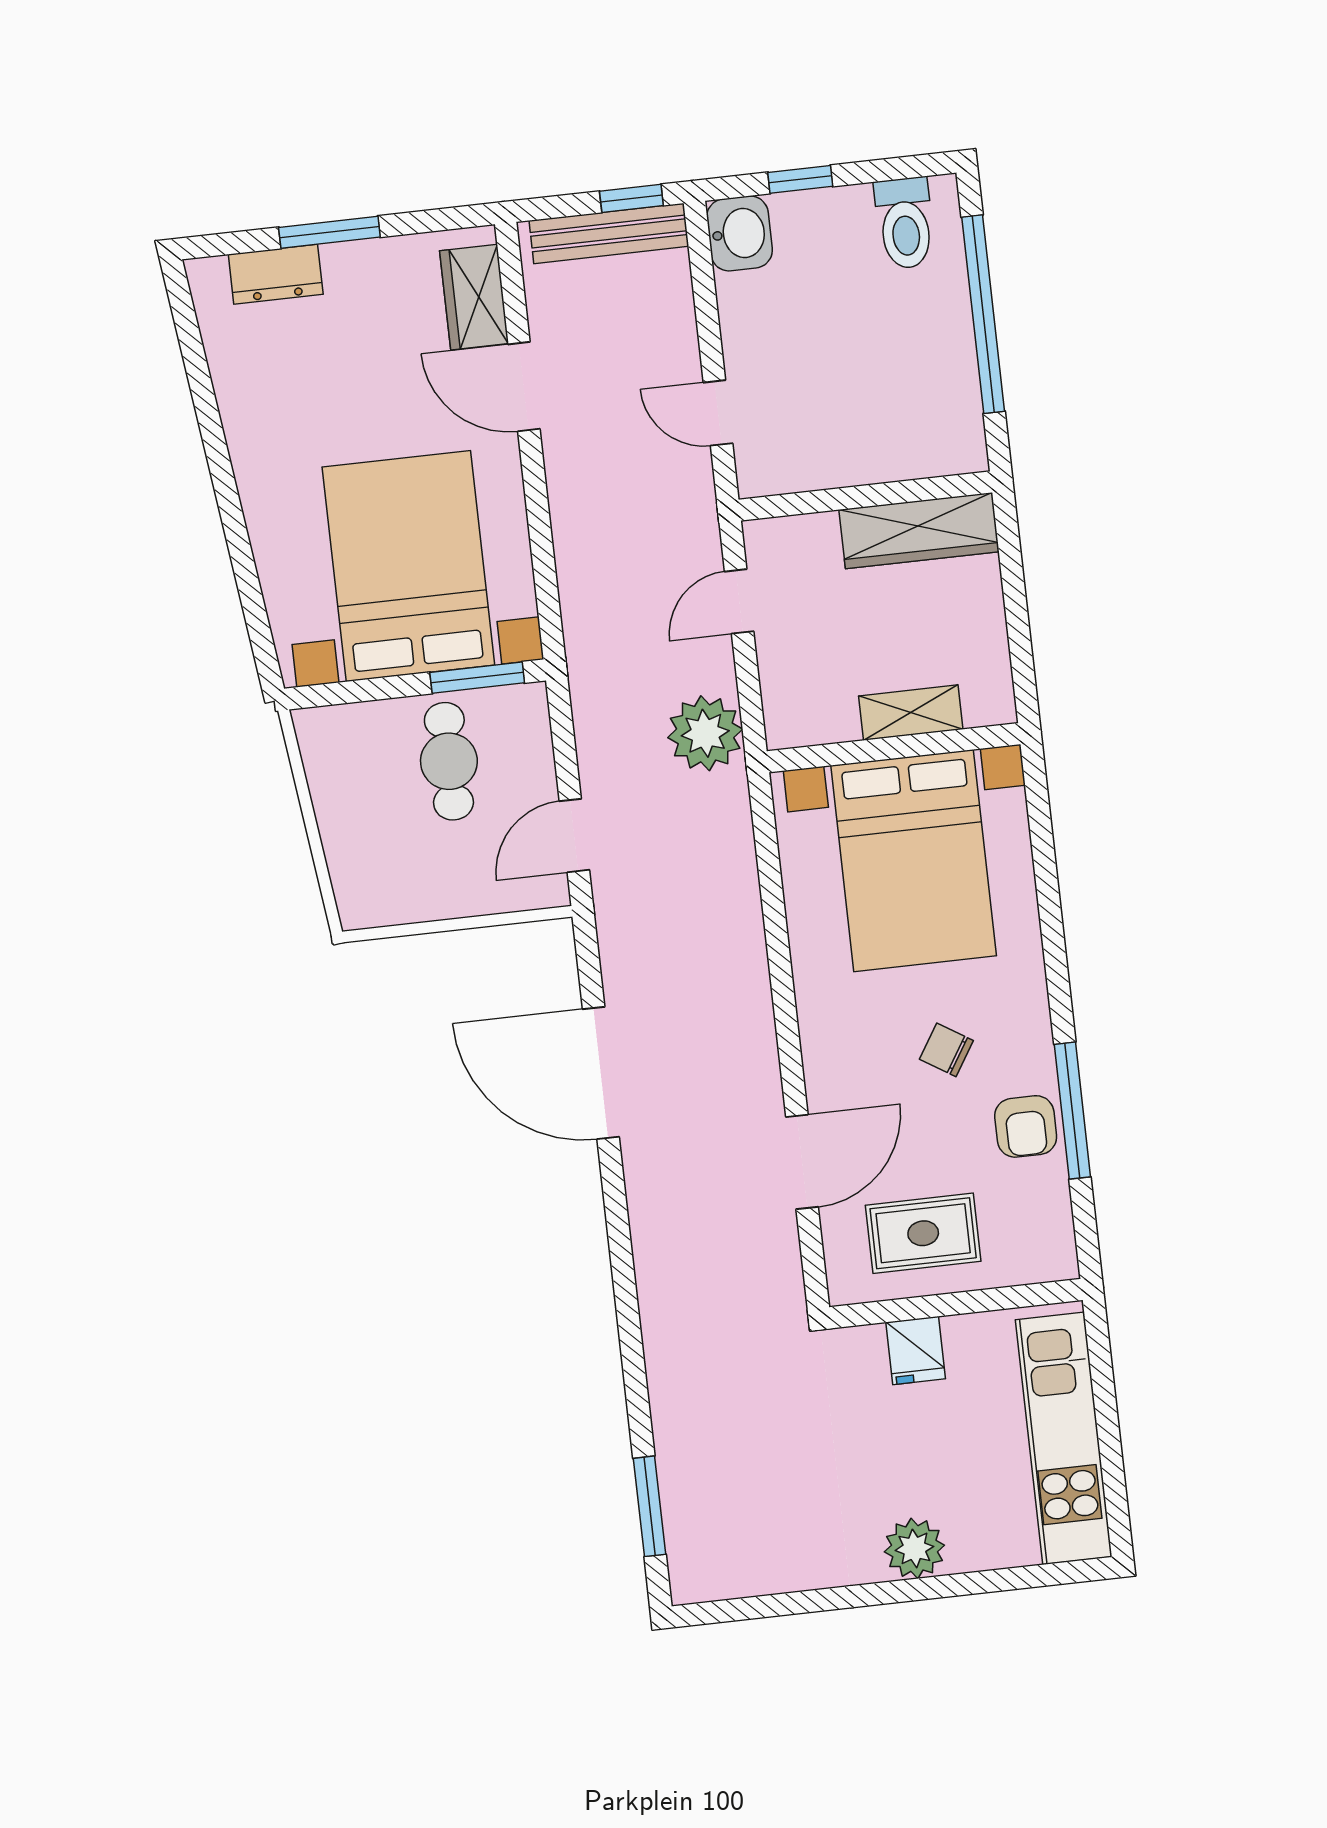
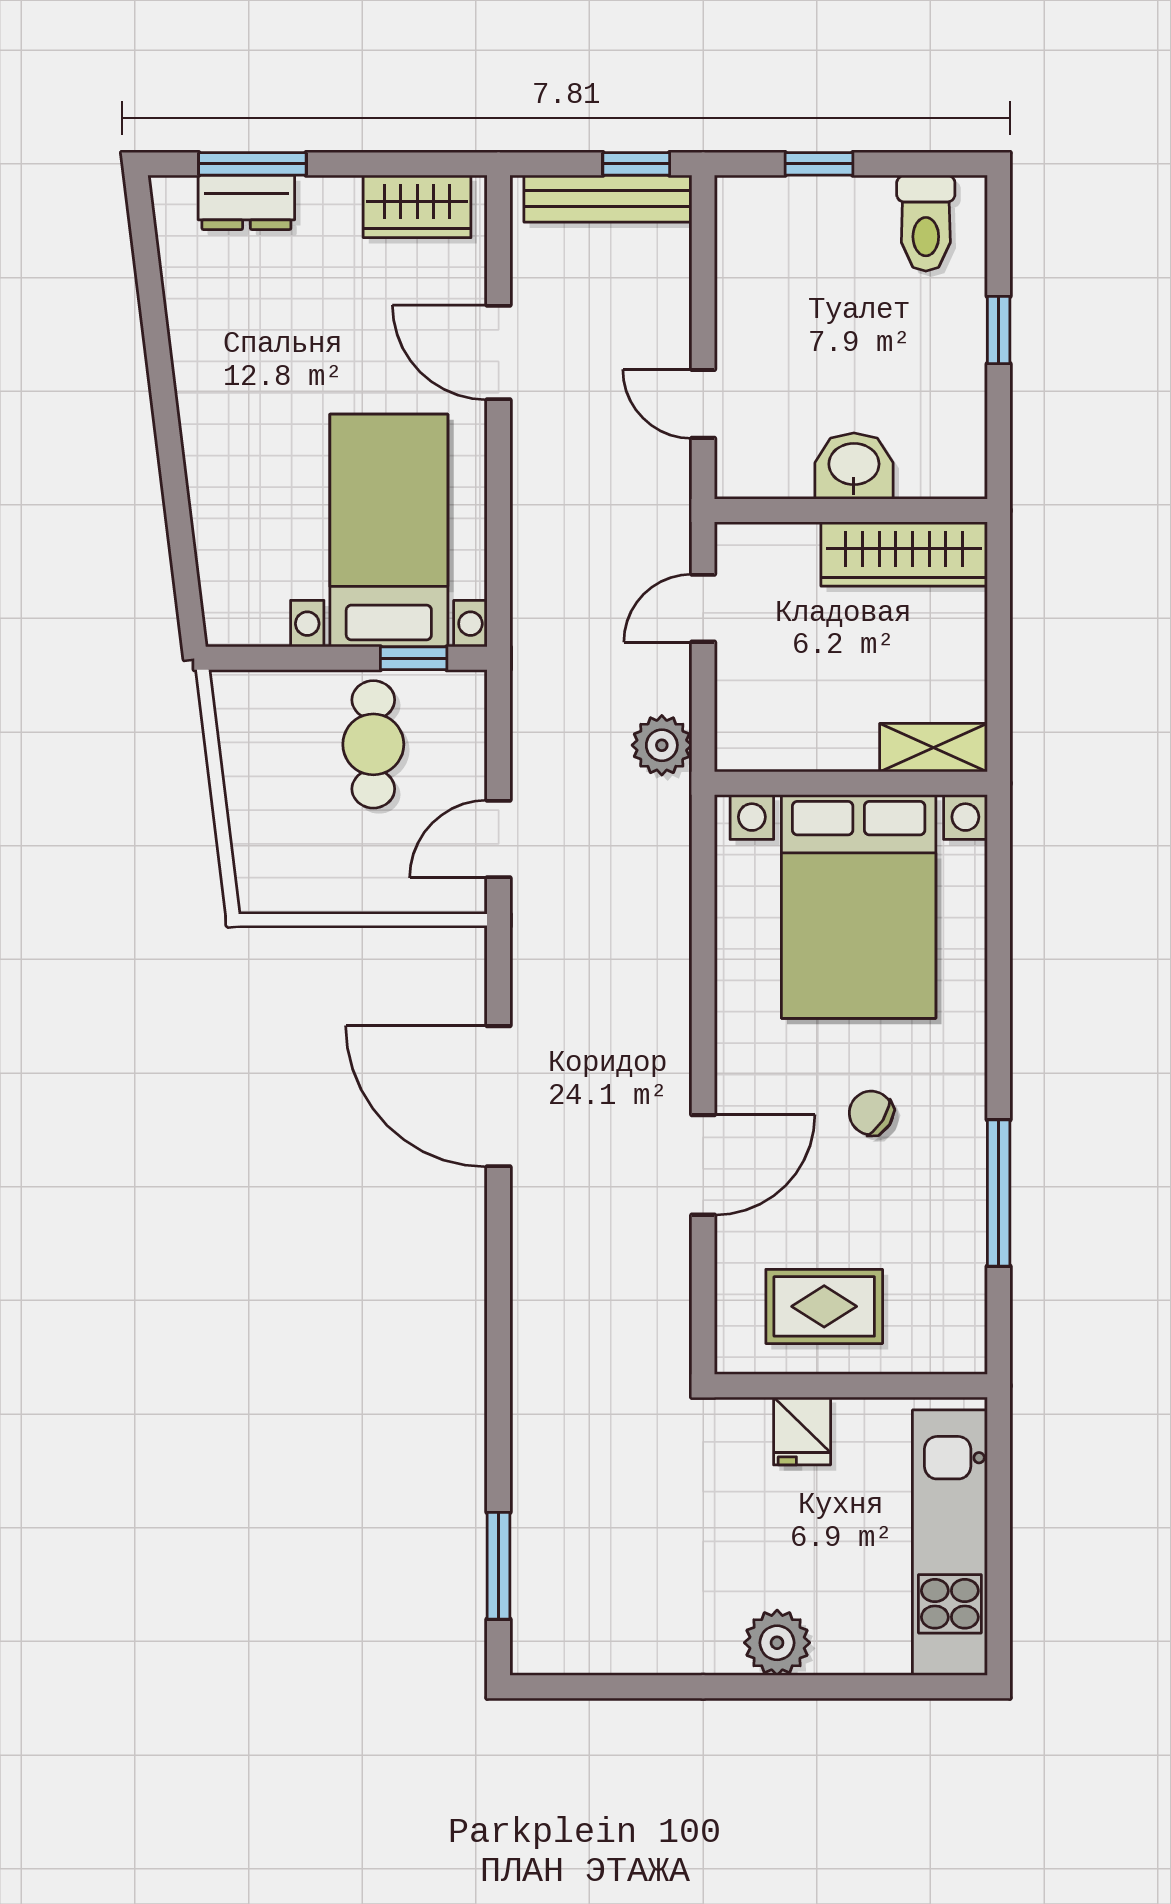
window: (329, 232) -> (252, 164), moved
washbasin: (739, 233) -> (854, 466), moved, turned -90
wardrobe: (474, 297) -> (417, 206), moved, turned -90
window: (983, 314) -> (999, 330), width x0.32
bed with nightstands: (408, 566) -> (389, 531), width x0.73
window: (477, 678) -> (414, 658), width x0.67
shelving: (911, 713) -> (933, 748), moved
plant: (705, 733) -> (662, 745), width x0.73, depth x0.73
armchair: (1026, 1126) -> (947, 1204), removed
door: (802, 1162) -> (703, 1165), moved

